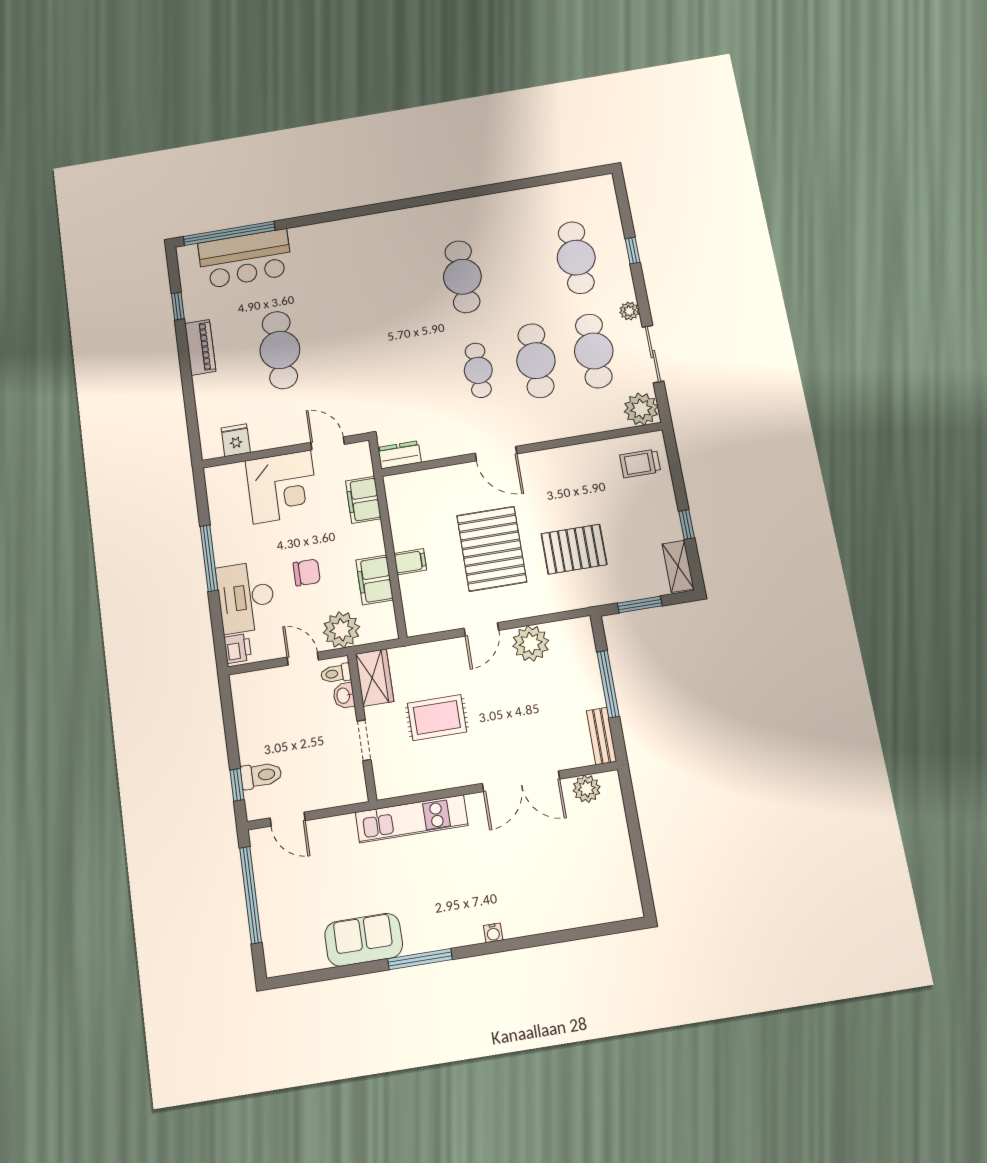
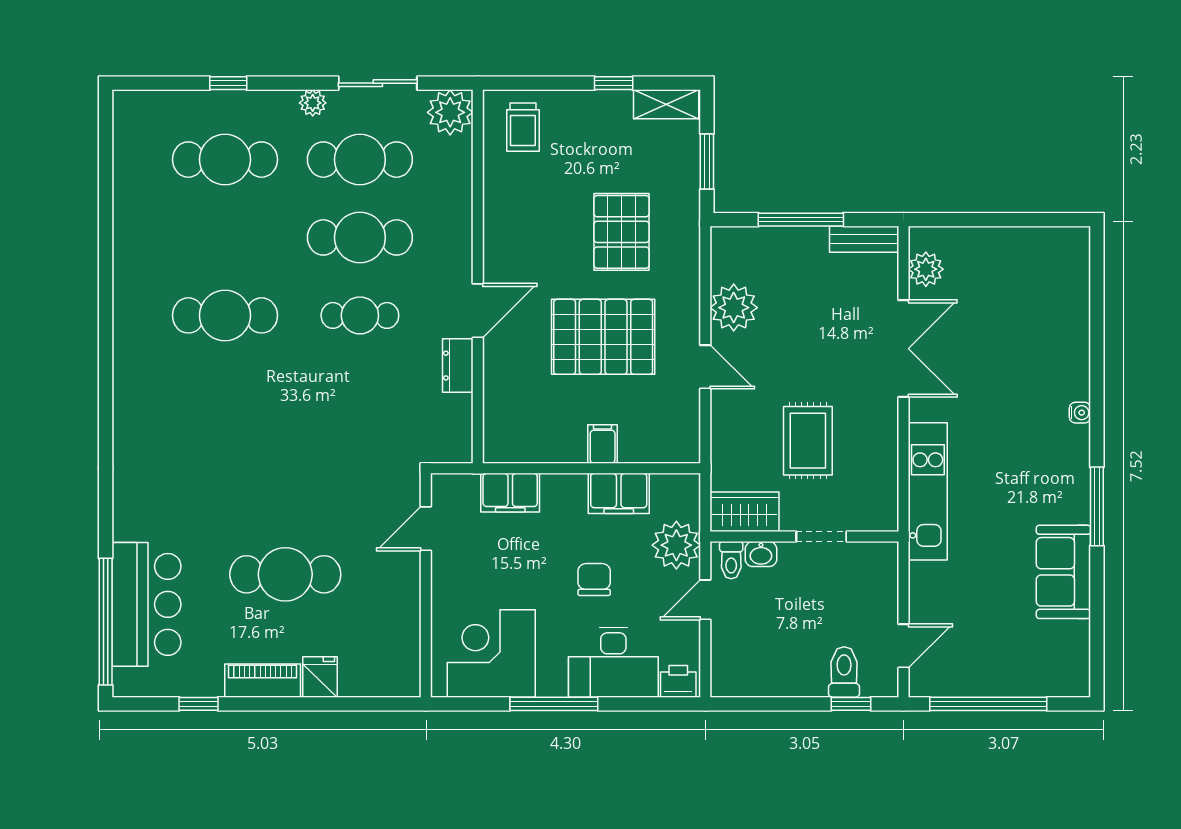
fridge: (236, 440) -> (320, 677), moved, turned 90
dresser: (400, 455) -> (458, 366), moved
corner desk: (282, 487) -> (491, 654), moved, turned -90

